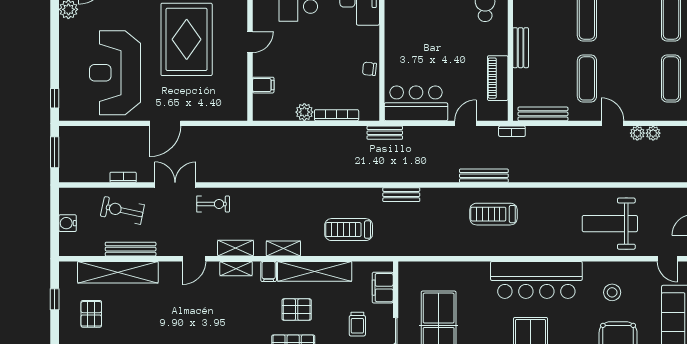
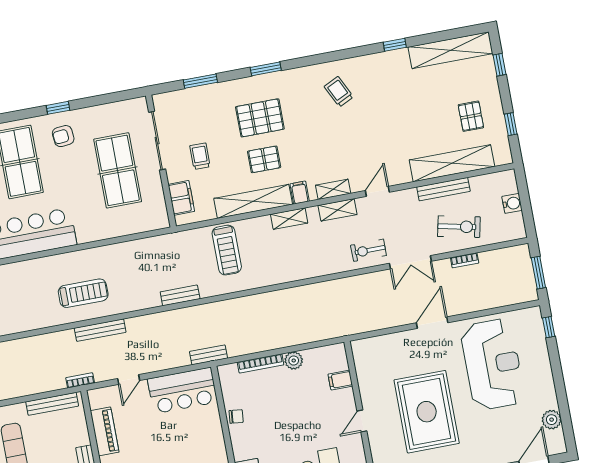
treadmill: (349, 230) -> (227, 250), turned 90

